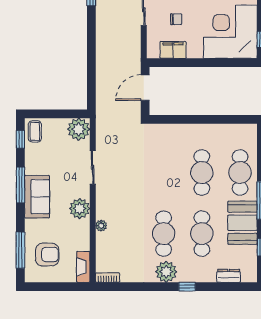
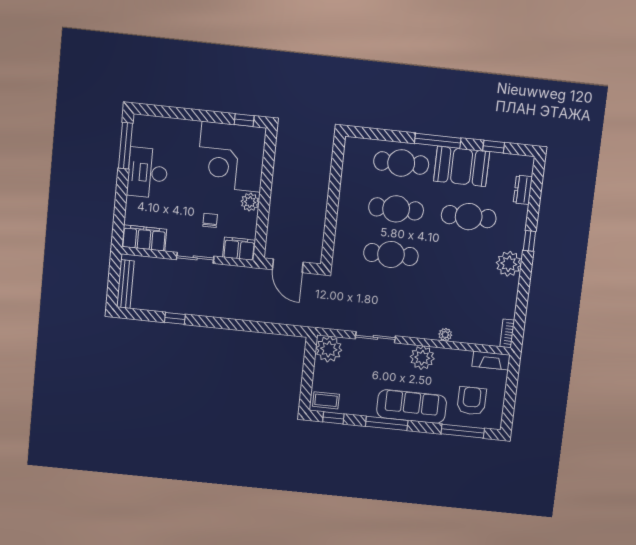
filing cabinet: (173, 50) -> (239, 249), moved, turned 90
plant: (195, 51) -> (250, 202), added
sofa: (37, 197) -> (412, 406), width x1.36
cafe table: (164, 234) -> (391, 254), moved

